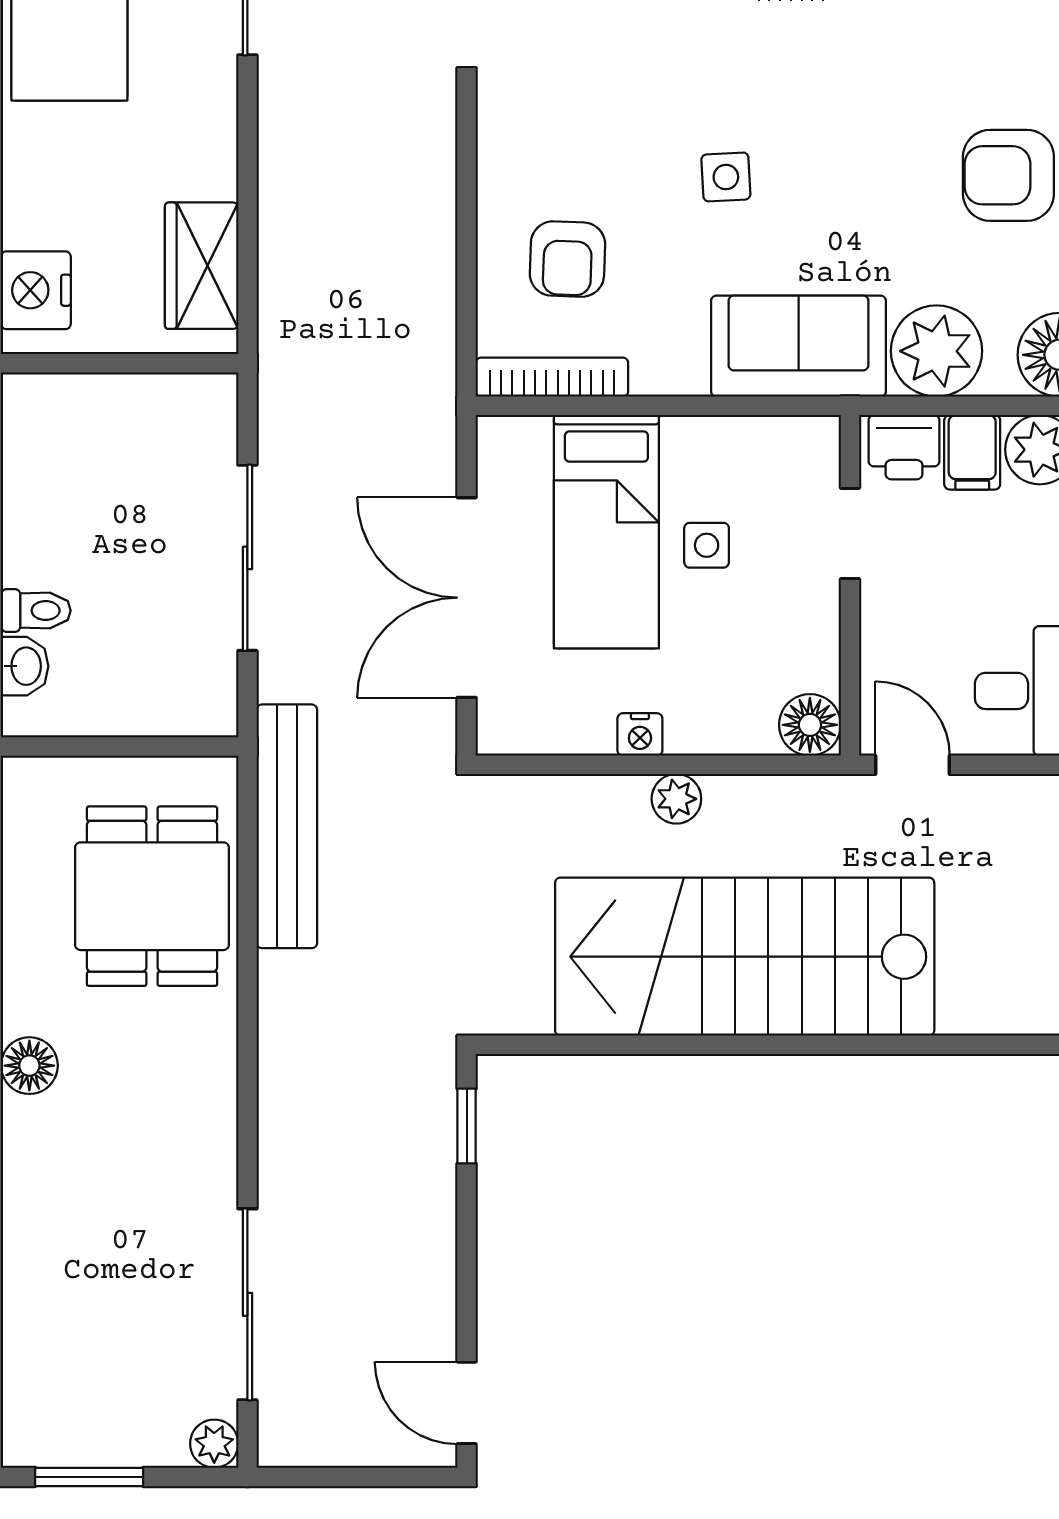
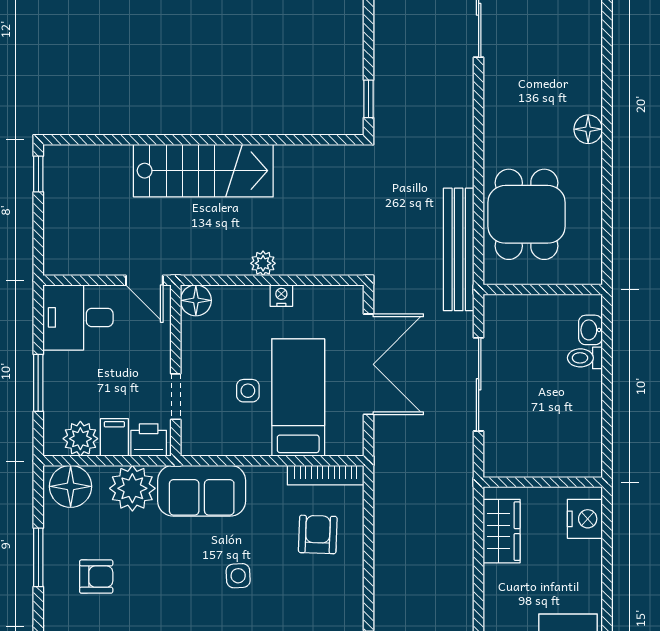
armchair: (1008, 175) -> (96, 577), width x0.72, depth x0.72
stairs: (745, 957) -> (203, 171), width x0.73, depth x0.66

